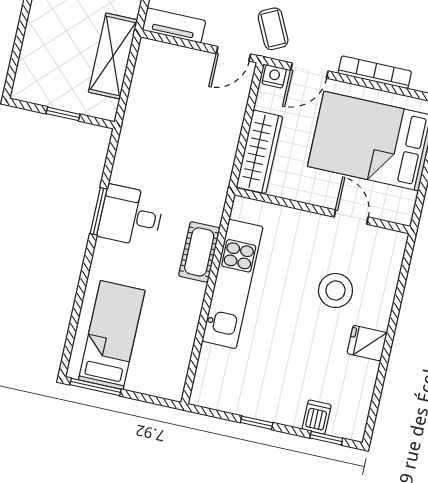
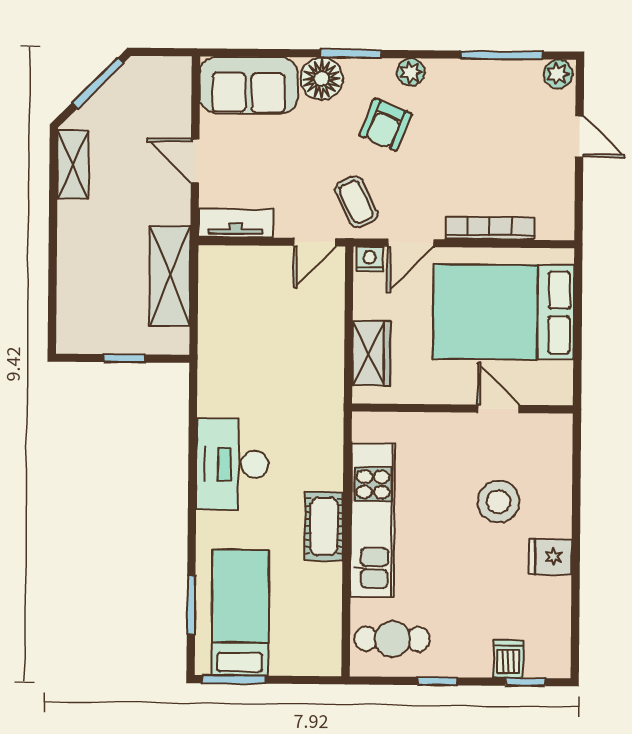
wardrobe: (259, 152) -> (371, 354), width x0.67
window: (98, 211) -> (191, 605), moved
desk: (131, 216) -> (232, 464), width x1.37
cot: (199, 252) -> (324, 526), moved
cafe table: (228, 382) -> (392, 639), added

